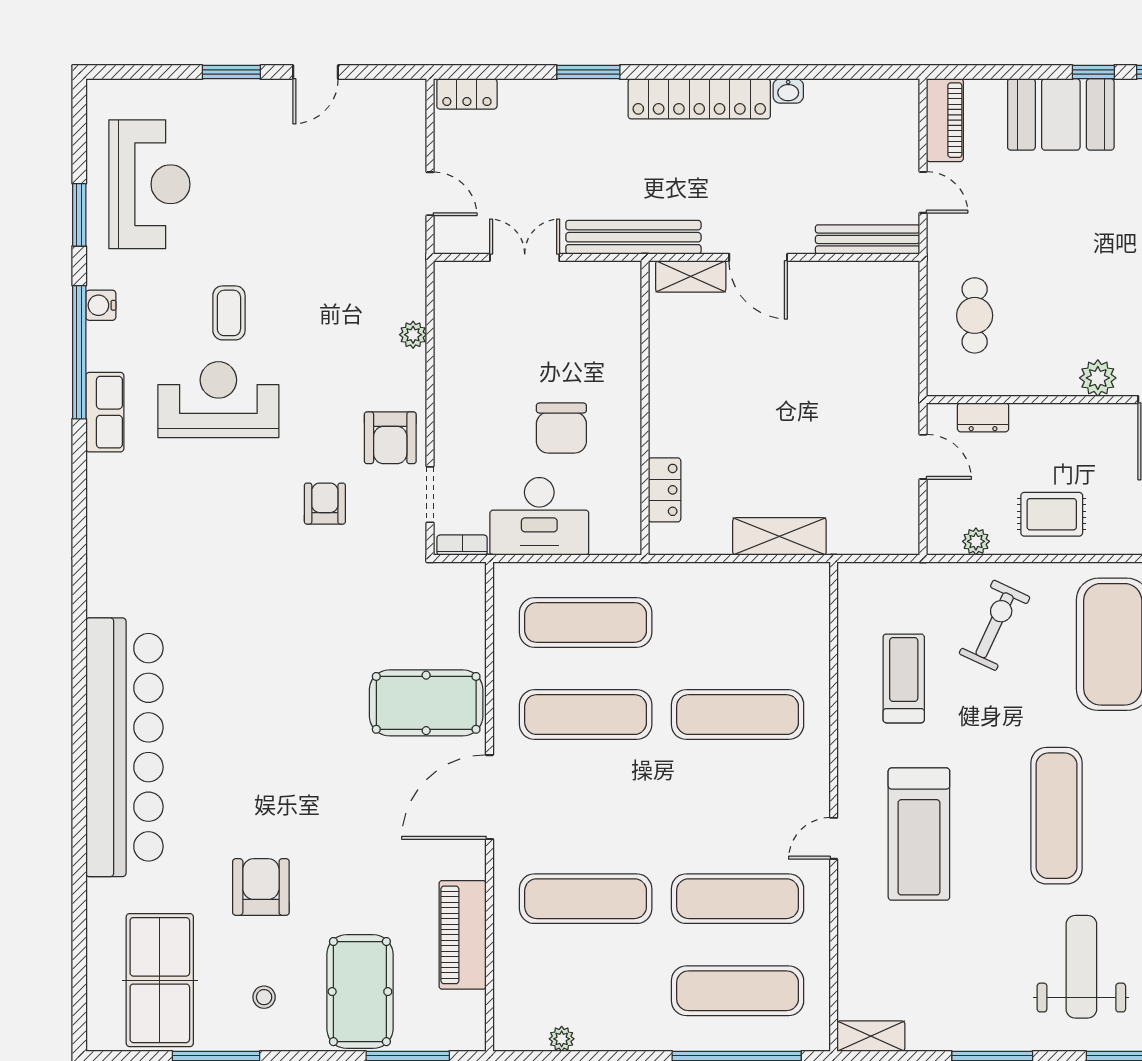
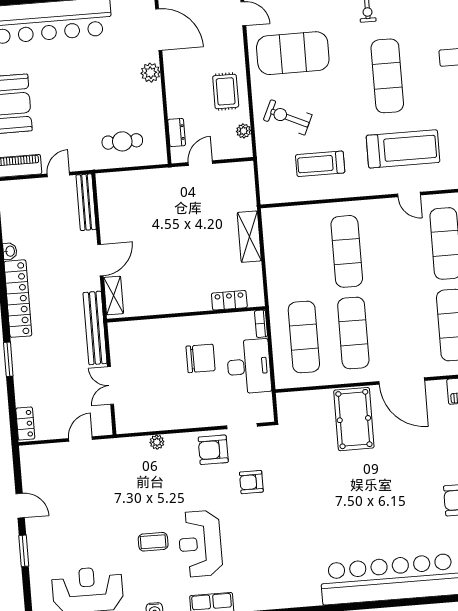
armchair: (390, 438) -> (213, 450), turned 180
bookcase: (462, 545) -> (261, 324), moved
exercise mat: (1056, 816) -> (387, 76), turned 90

